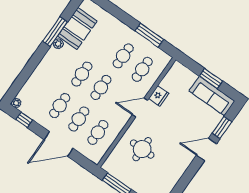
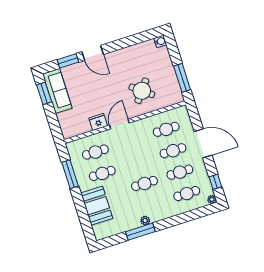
booth: (77, 29) -> (97, 206), moved, turned 90
window: (211, 78) -> (44, 93), moved
cafe table: (101, 87) -> (187, 194), moved
door: (140, 108) -> (119, 124), swing flipped
round table: (142, 149) -> (142, 91), turned 38

